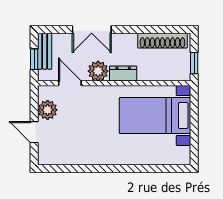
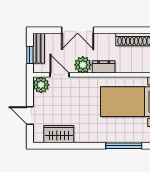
plant: (48, 110) -> (41, 85), moved
wardrobe: (69, 155) -> (59, 134), added
window: (147, 169) -> (124, 146), added

